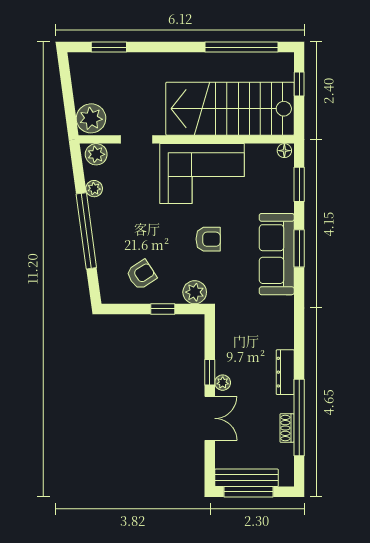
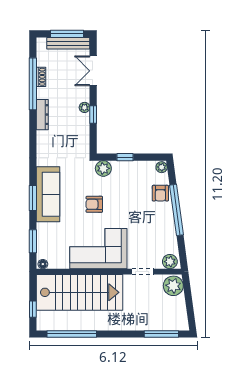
window: (109, 47) -> (161, 334), width x1.44
plant: (94, 189) -> (162, 167), moved
armchair: (141, 275) -> (160, 193), moved, turned -57
double door: (210, 418) -> (93, 71), moved

